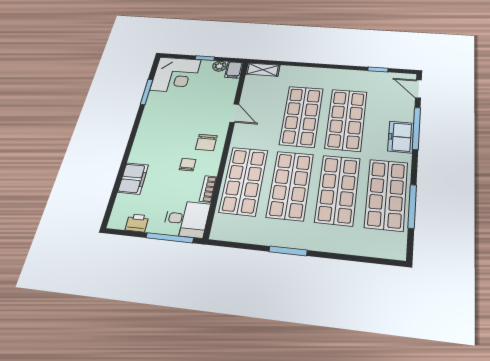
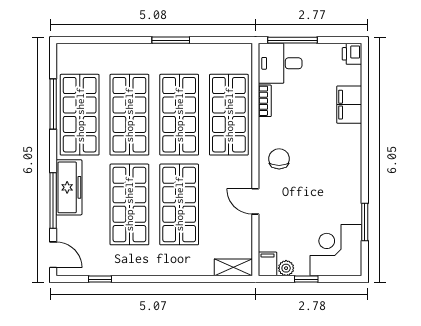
freezer: (401, 137) -> (69, 187), width x1.40
chair: (188, 165) -> (294, 128), removed
printer: (137, 223) -> (352, 54), moved, turned 90

